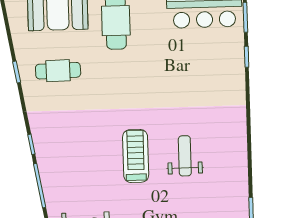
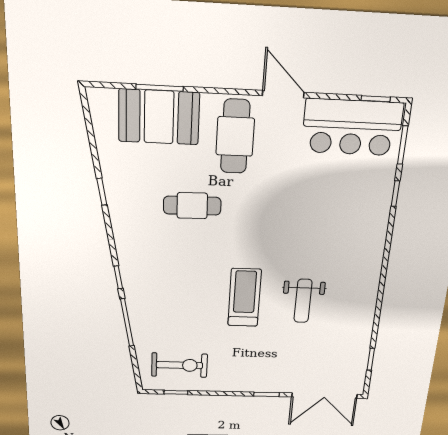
cafe table: (58, 71) -> (192, 206), moved
weight bench: (185, 156) -> (303, 301), turned 180

